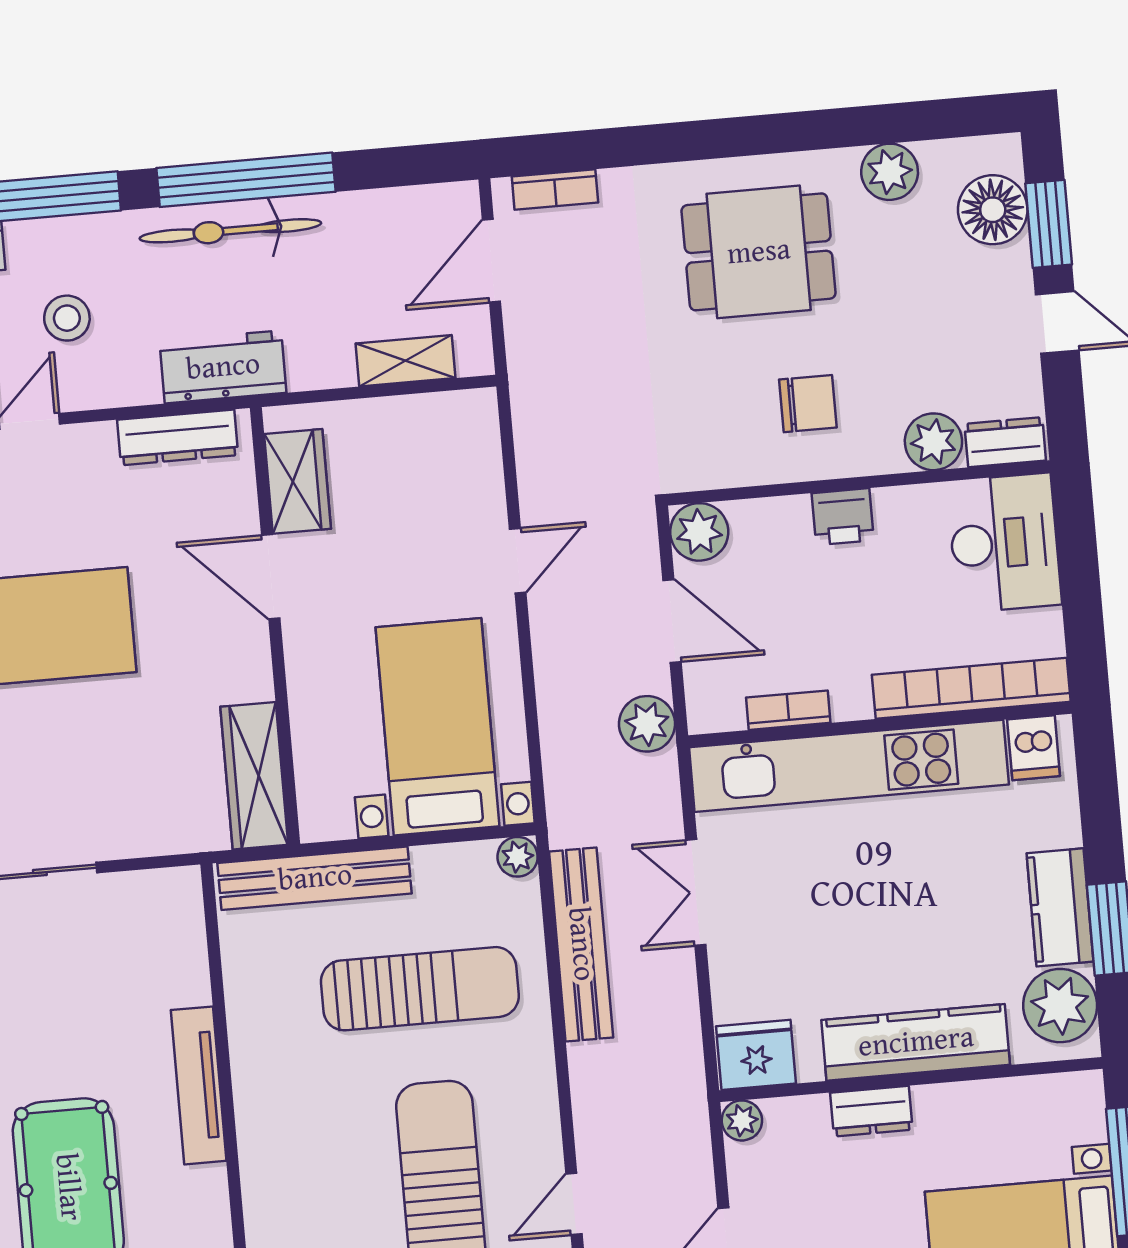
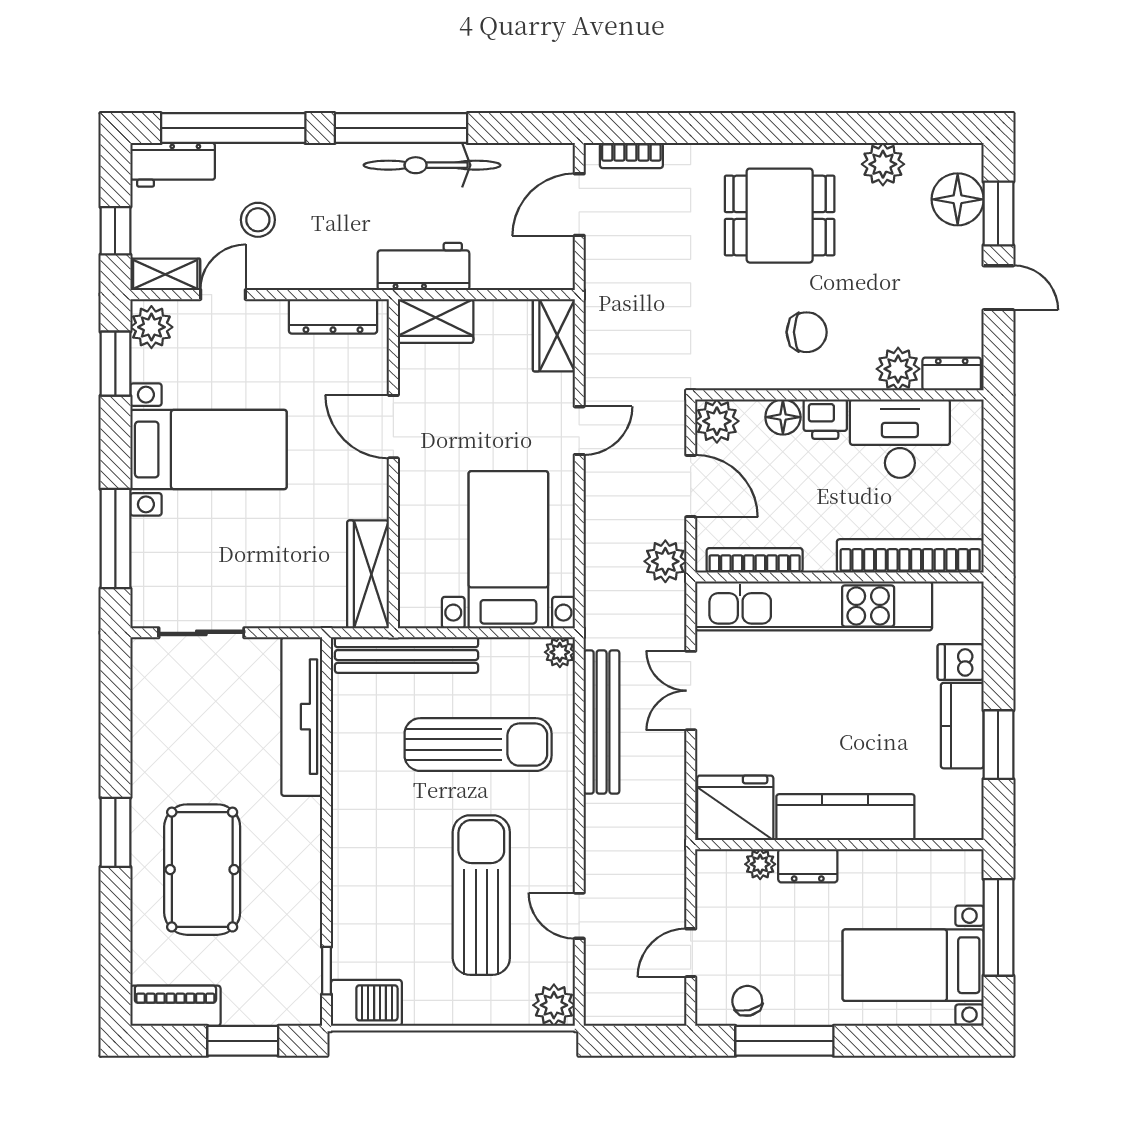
bicycle: (230, 231) -> (432, 165), moved
shelving: (405, 361) -> (508, 274), removed
workbench: (223, 367) -> (423, 266), moved
wardrobe: (473, 437) -> (554, 335), added
wardrobe: (298, 481) -> (436, 321), moved, turned 90
floor lamp: (786, 519) -> (783, 417), added
desk: (1004, 543) -> (900, 439), moved, turned -90
bookcase: (788, 710) -> (755, 560), width x1.56
dishwasher: (1034, 748) -> (961, 662), moved, turned 90
plant: (1060, 1006) -> (956, 799), removed
fridge: (756, 1055) -> (735, 808), width x1.36, depth x1.34
tv unit: (199, 1085) -> (302, 717), moved, width x1.36, depth x1.29
plant: (742, 1120) -> (760, 864), moved
door: (574, 1204) -> (579, 916), hinge flipped

